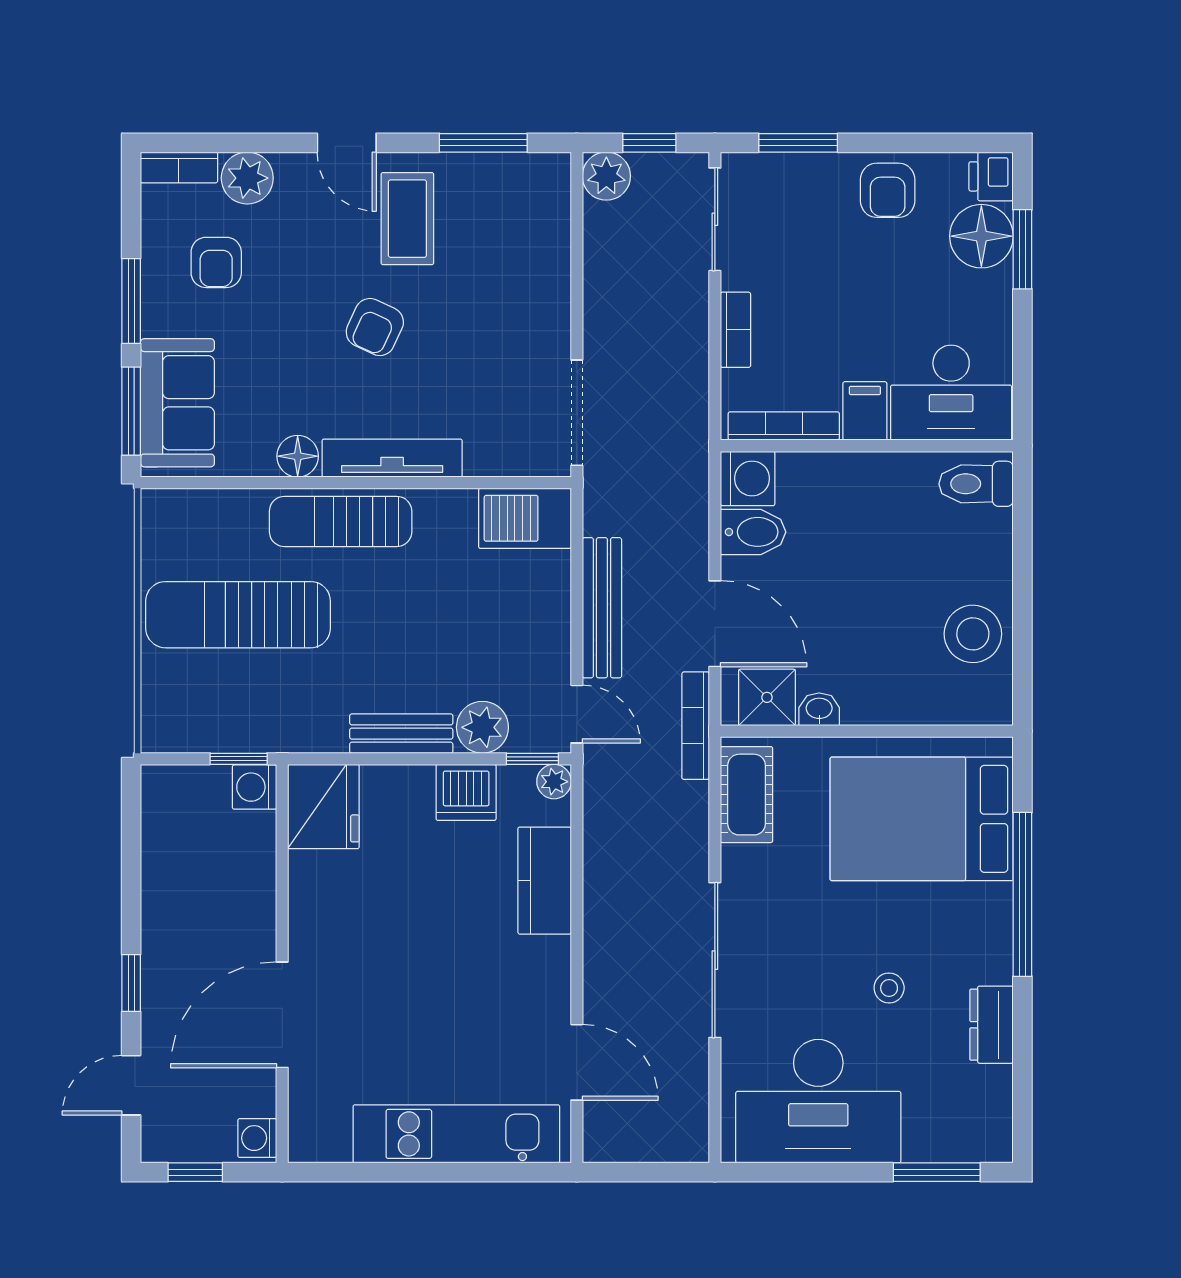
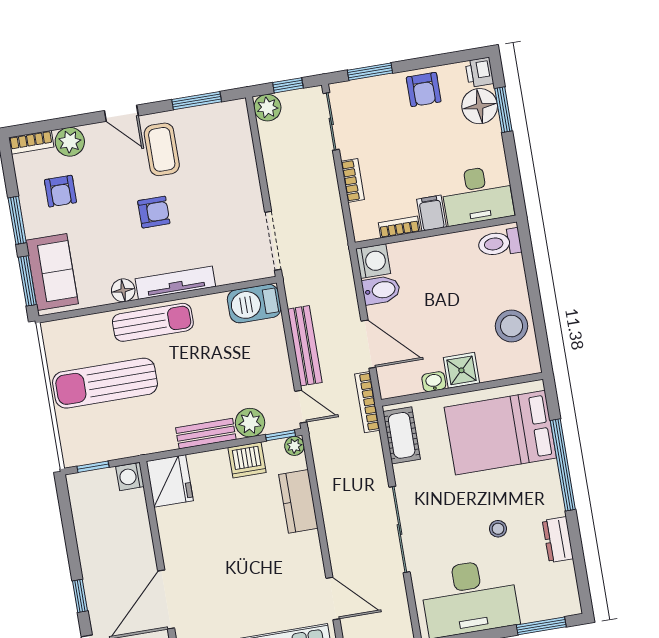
armchair: (375, 327) -> (154, 212), turned -115
bookcase: (784, 426) -> (399, 227), width x0.64
sun lounger: (341, 521) -> (153, 322), turned 180
shower: (767, 697) -> (461, 370), moved
window: (239, 759) -> (93, 467), moved

